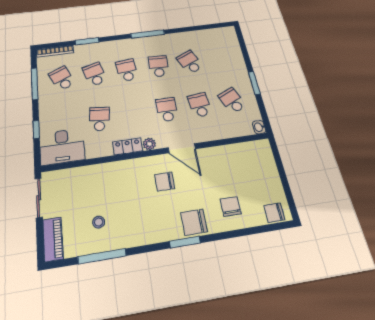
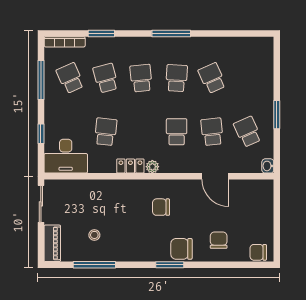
door: (182, 148) -> (215, 176), moved

